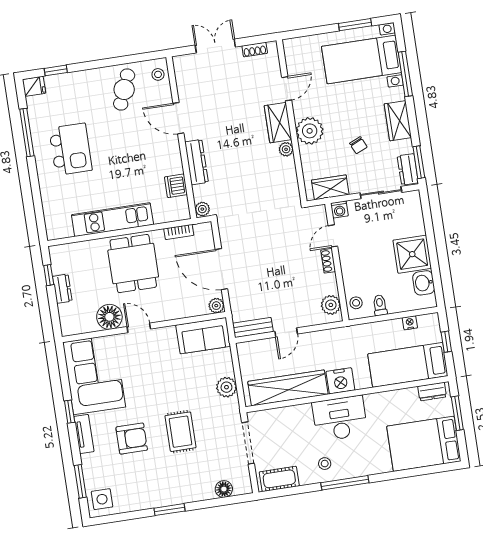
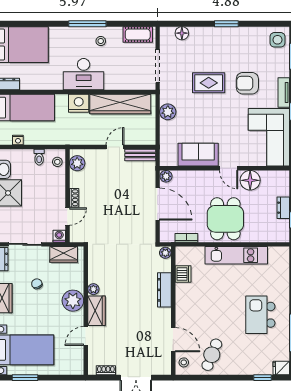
door: (178, 118) -> (173, 340), moved
sofa: (203, 336) -> (198, 155), moved
rug: (180, 432) -> (209, 83), turned 90

